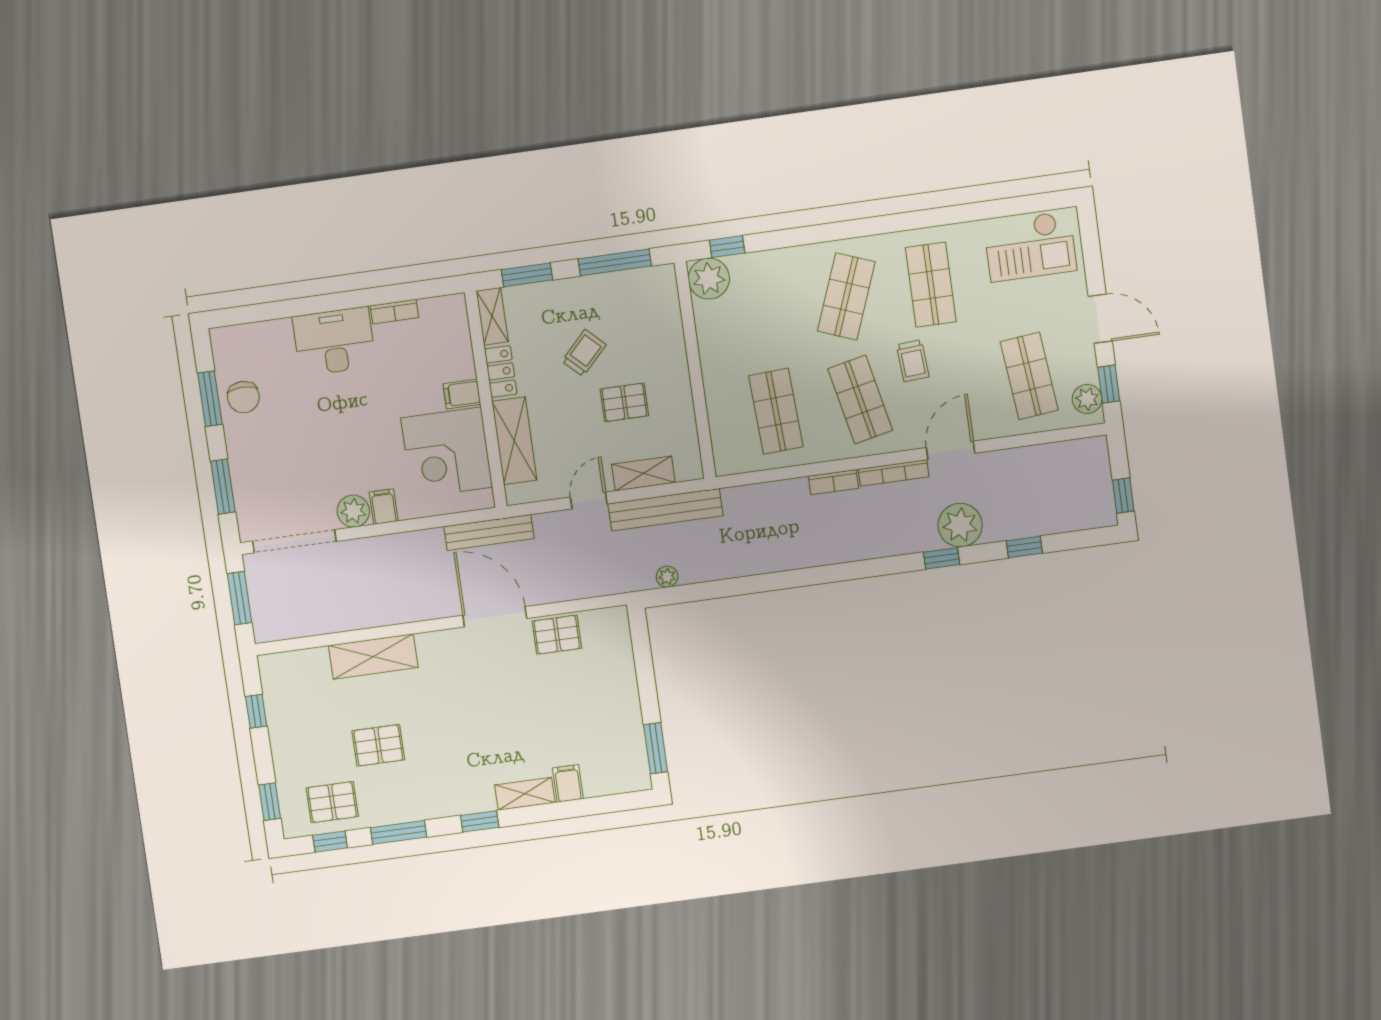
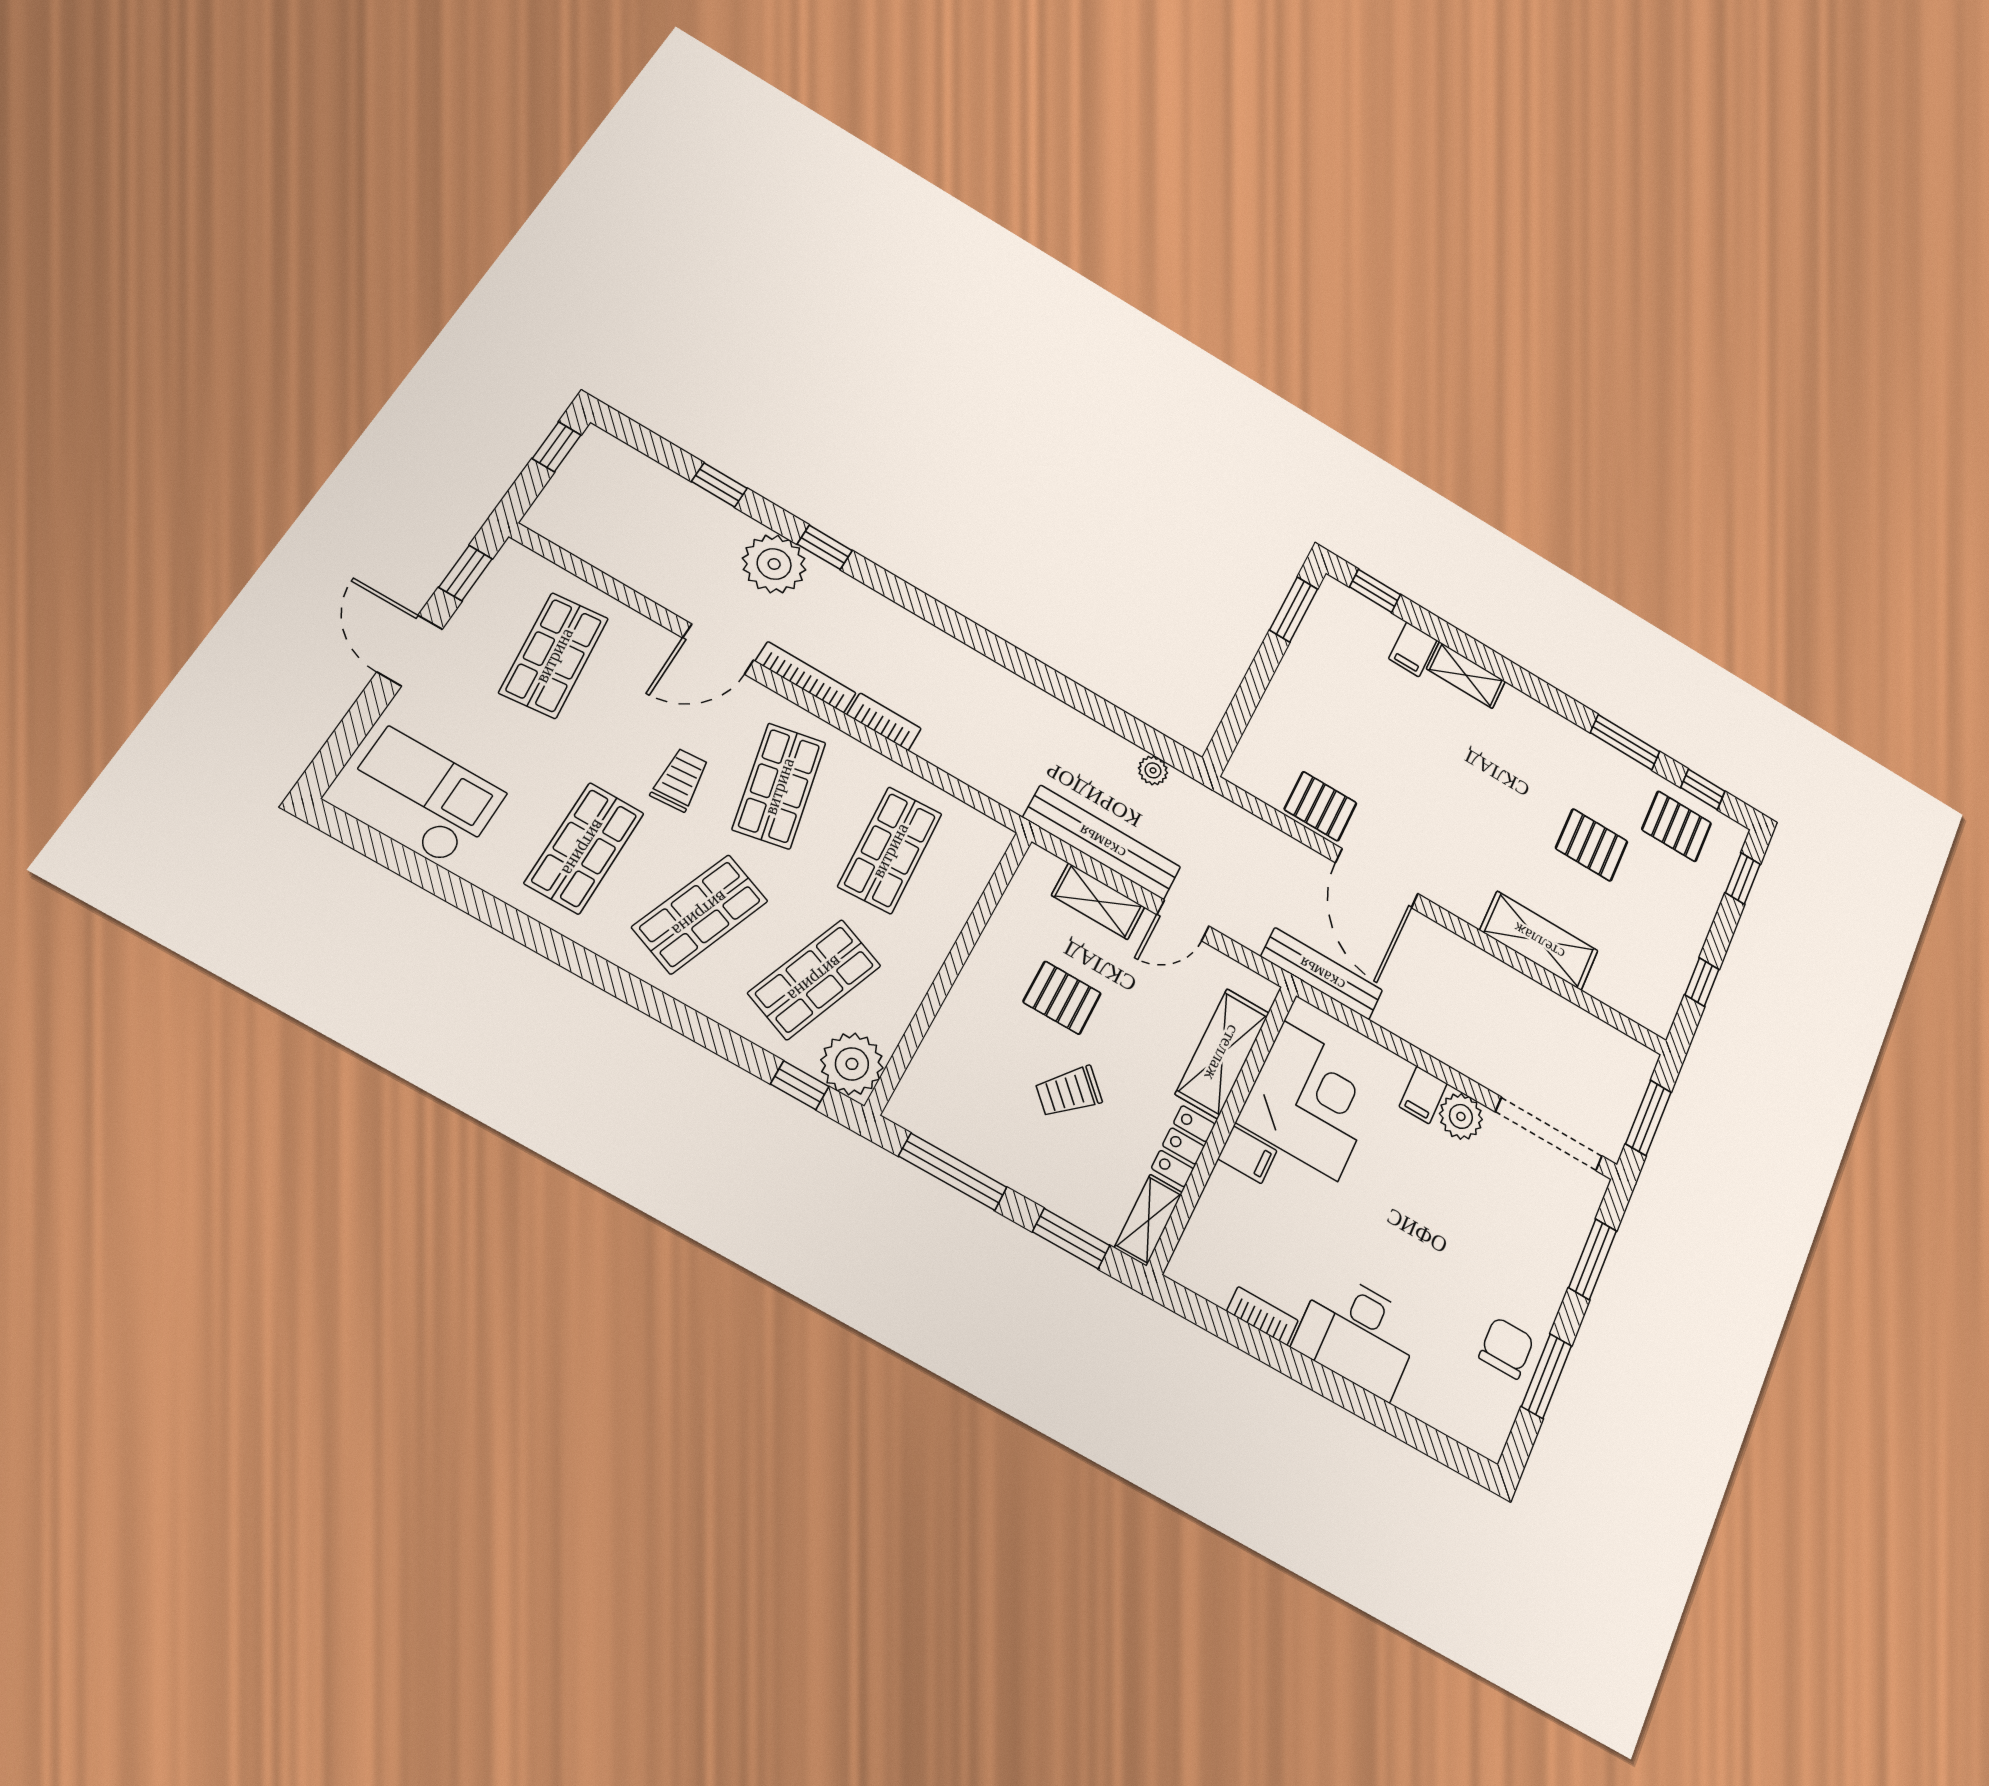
shop shelf: (762, 308) -> (815, 979), added
plant: (1087, 399) -> (506, 578), removed
window: (480, 821) -> (1375, 591), moved

